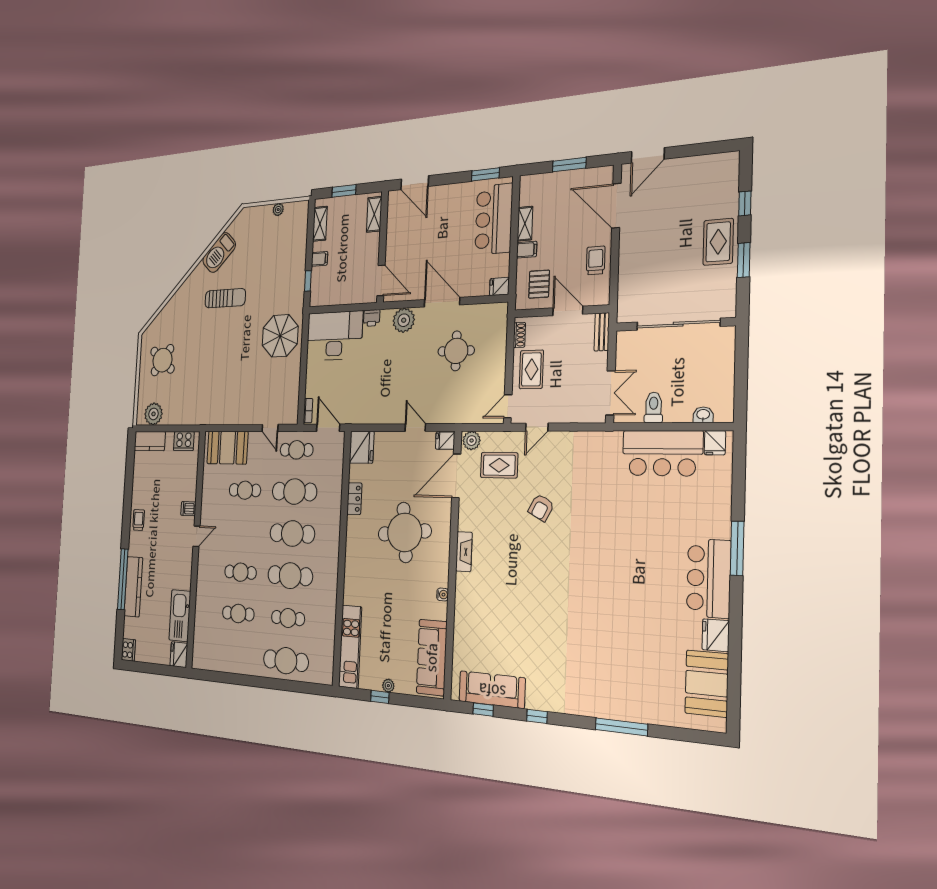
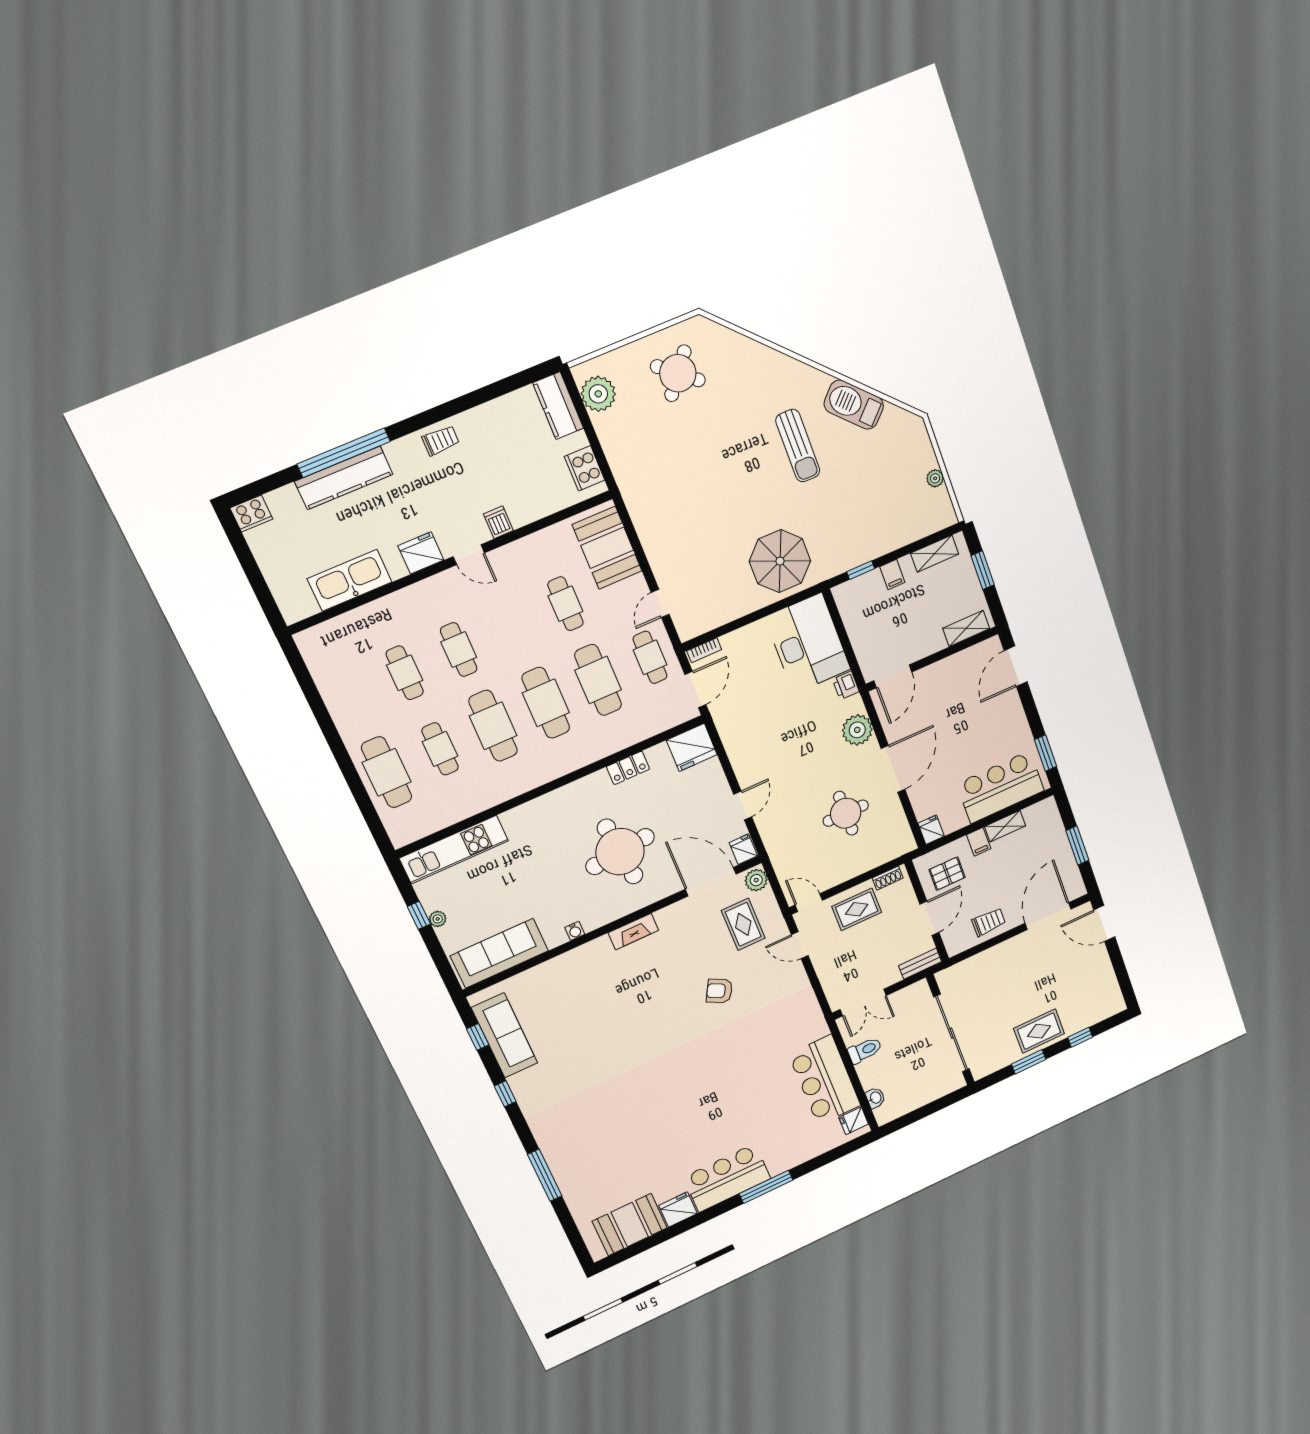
fridge: (179, 655) -> (421, 553), moved

